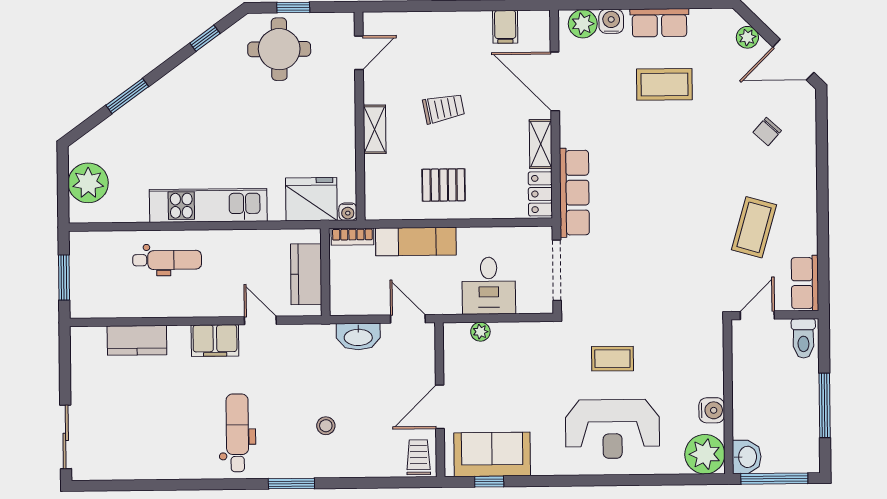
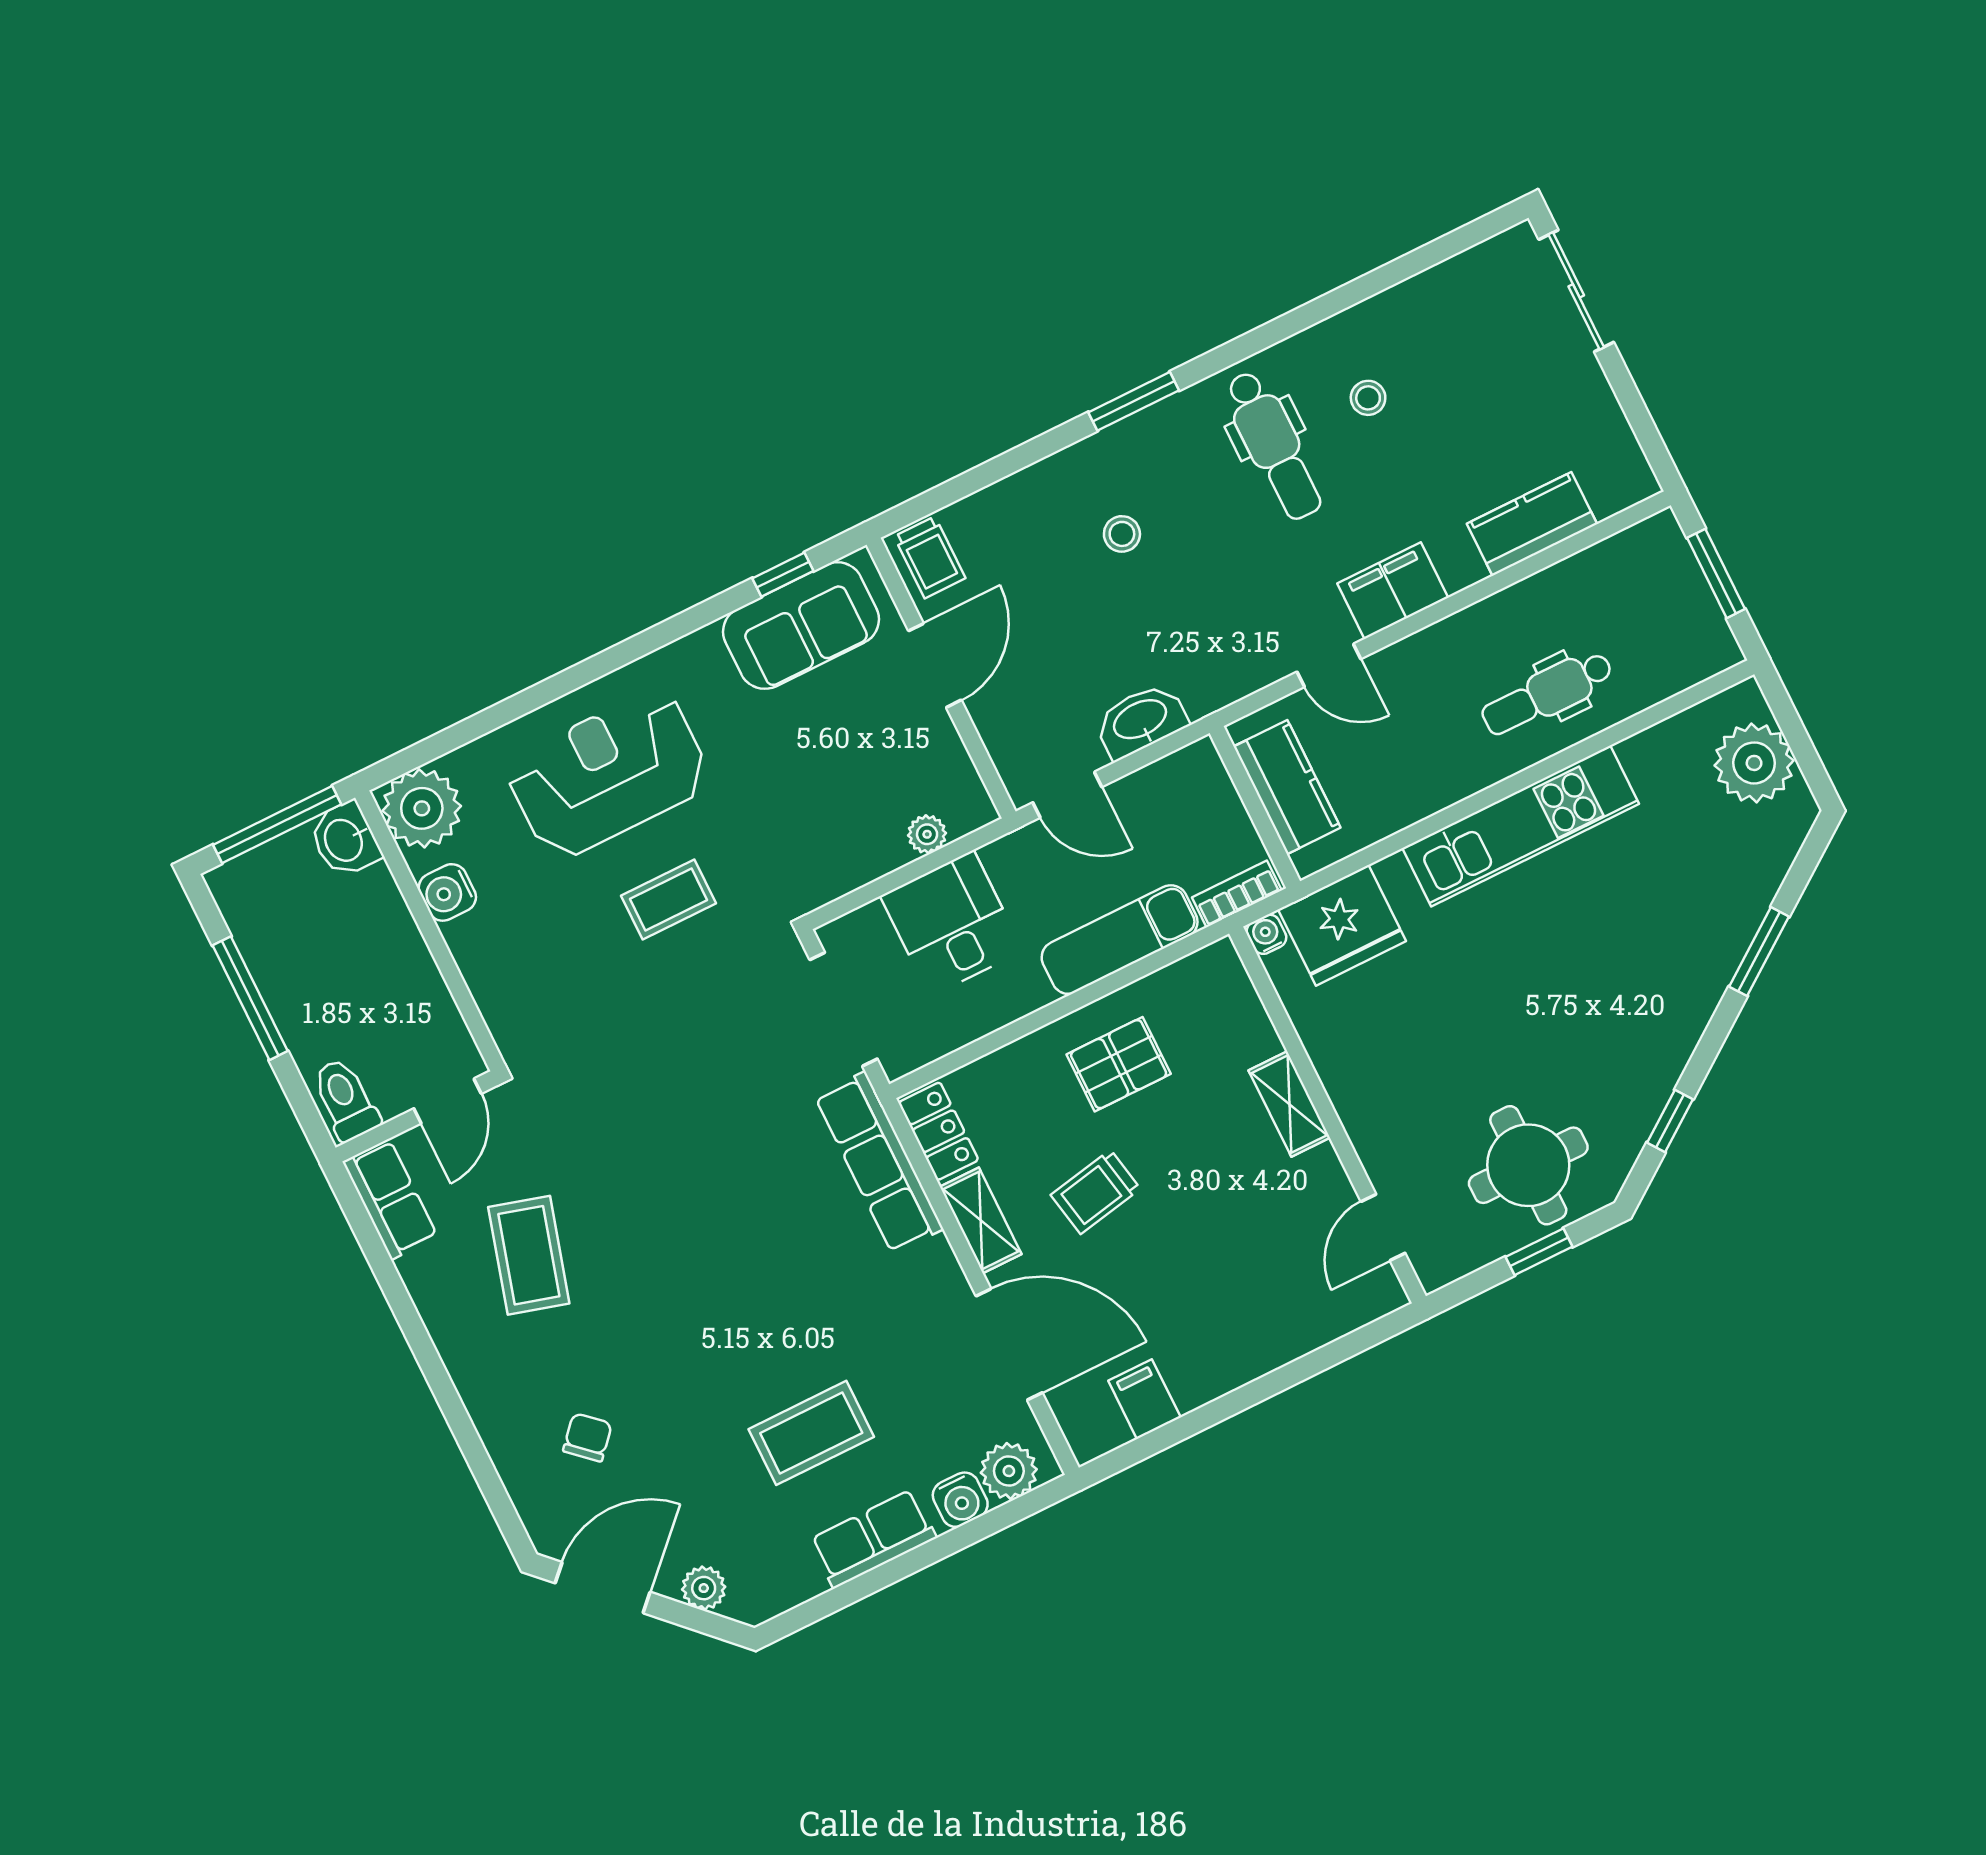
trolley: (444, 108) -> (1096, 1192), moved
stool: (184, 434) -> (1368, 398), added

